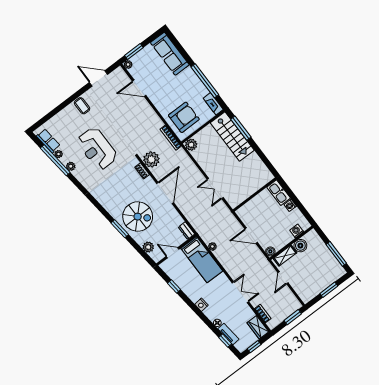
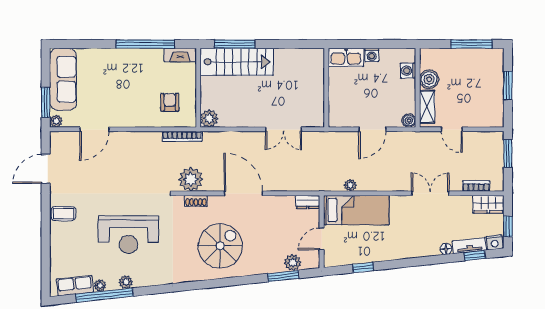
sofa: (170, 54) -> (63, 79), moved, turned -90
armchair: (184, 117) -> (170, 102), width x0.53, depth x0.53
spiral stairs: (138, 217) -> (220, 246), moved
window: (120, 229) -> (283, 276), moved
nightstand: (201, 305) -> (495, 242), moved

